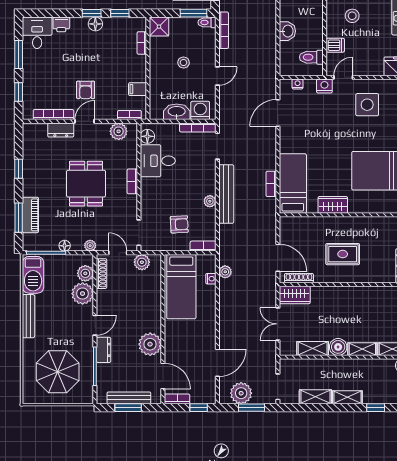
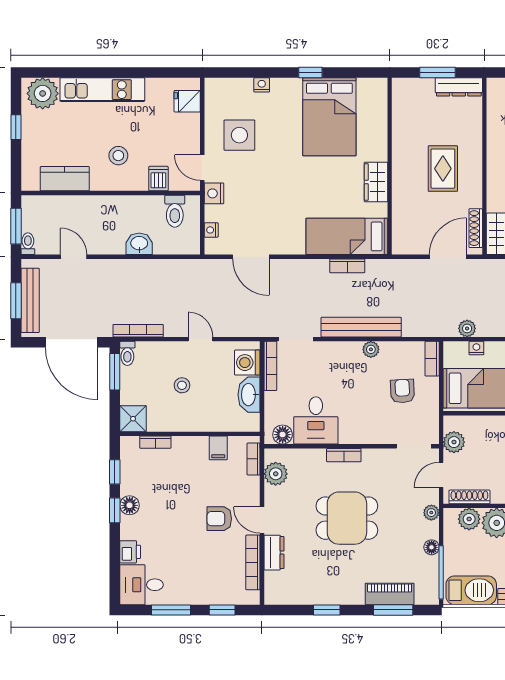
armchair: (86, 90) -> (219, 519), turned 180

